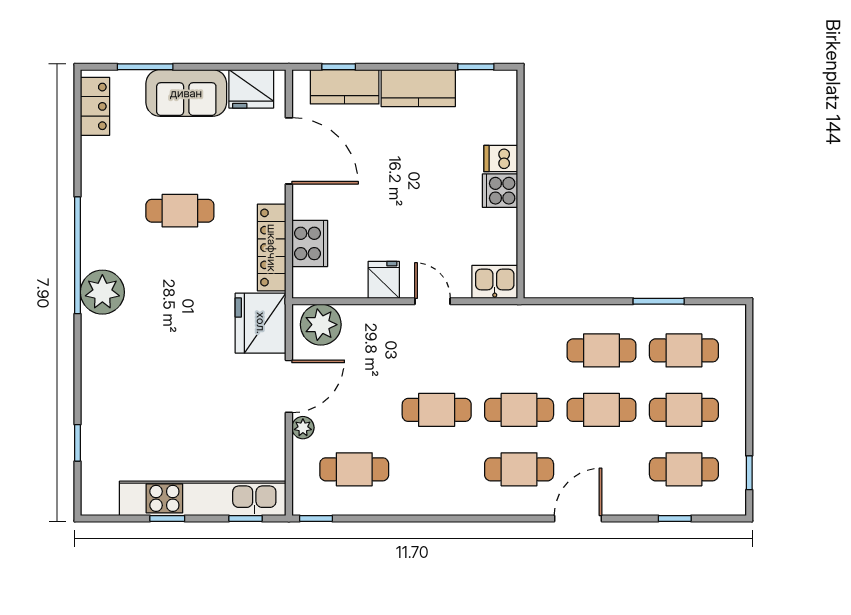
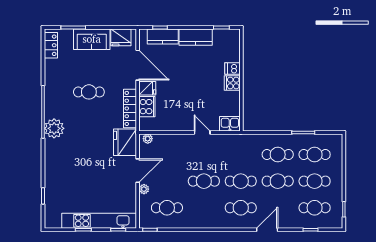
fridge: (384, 280) -> (147, 88), moved, turned 90
plant: (321, 325) -> (148, 139), width x0.53, depth x0.53

